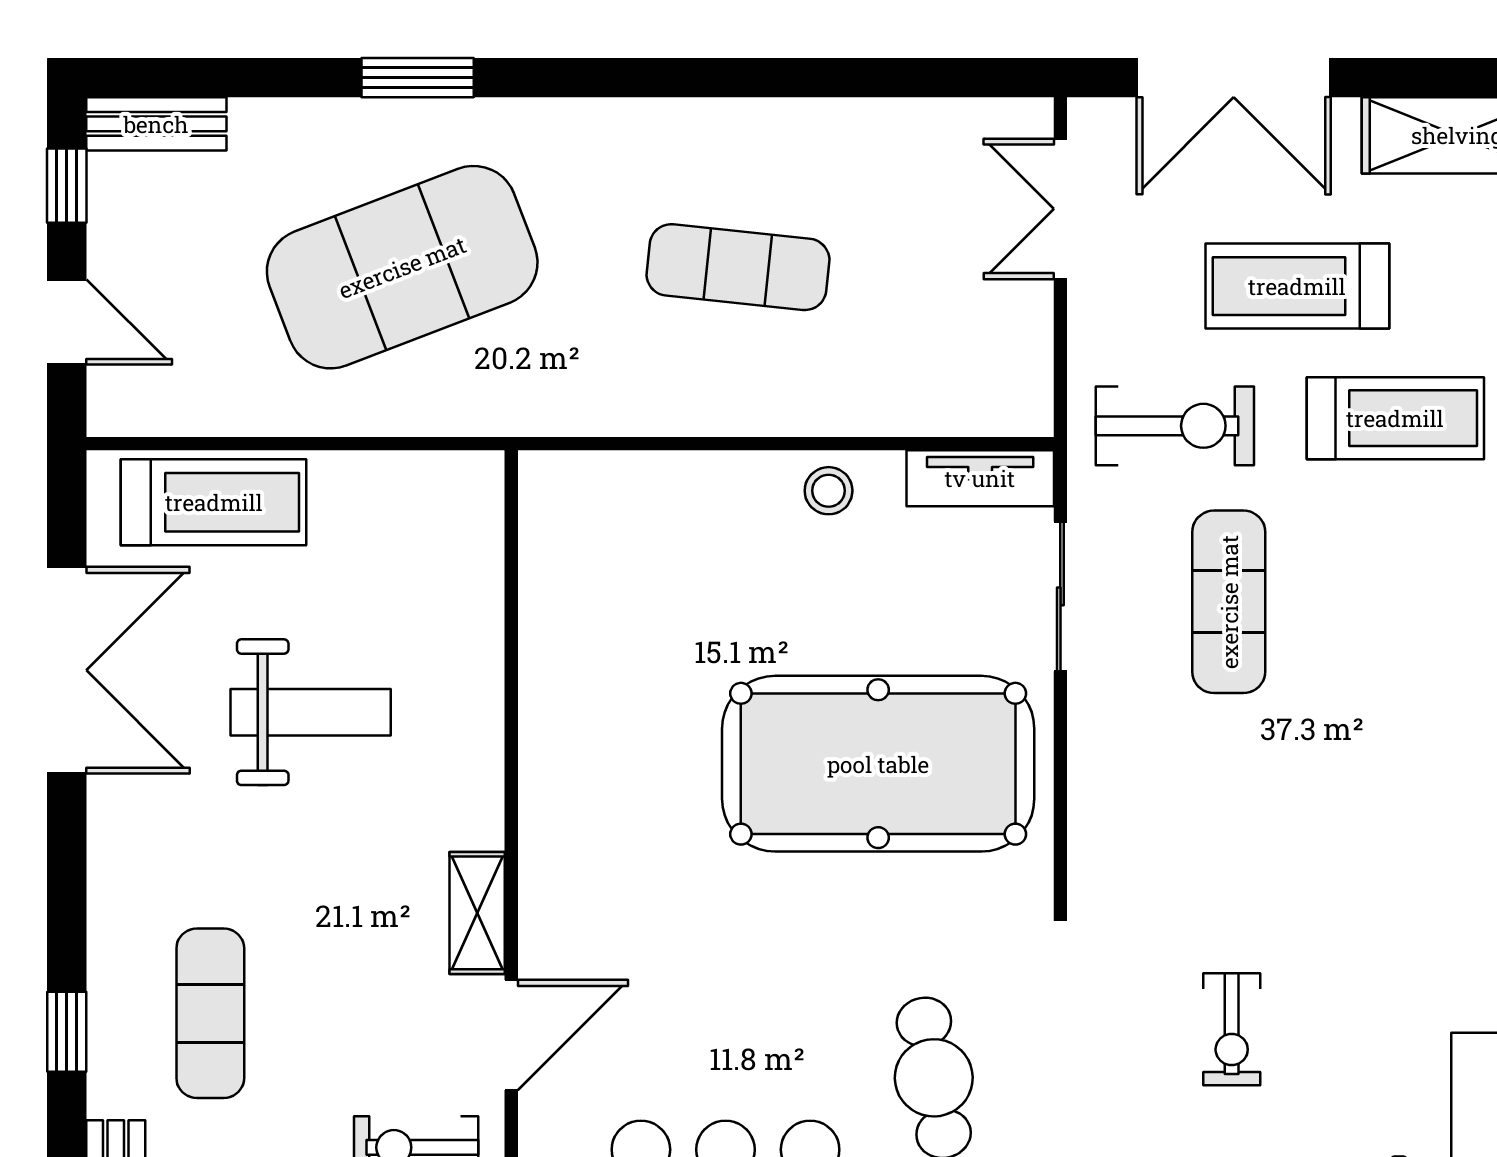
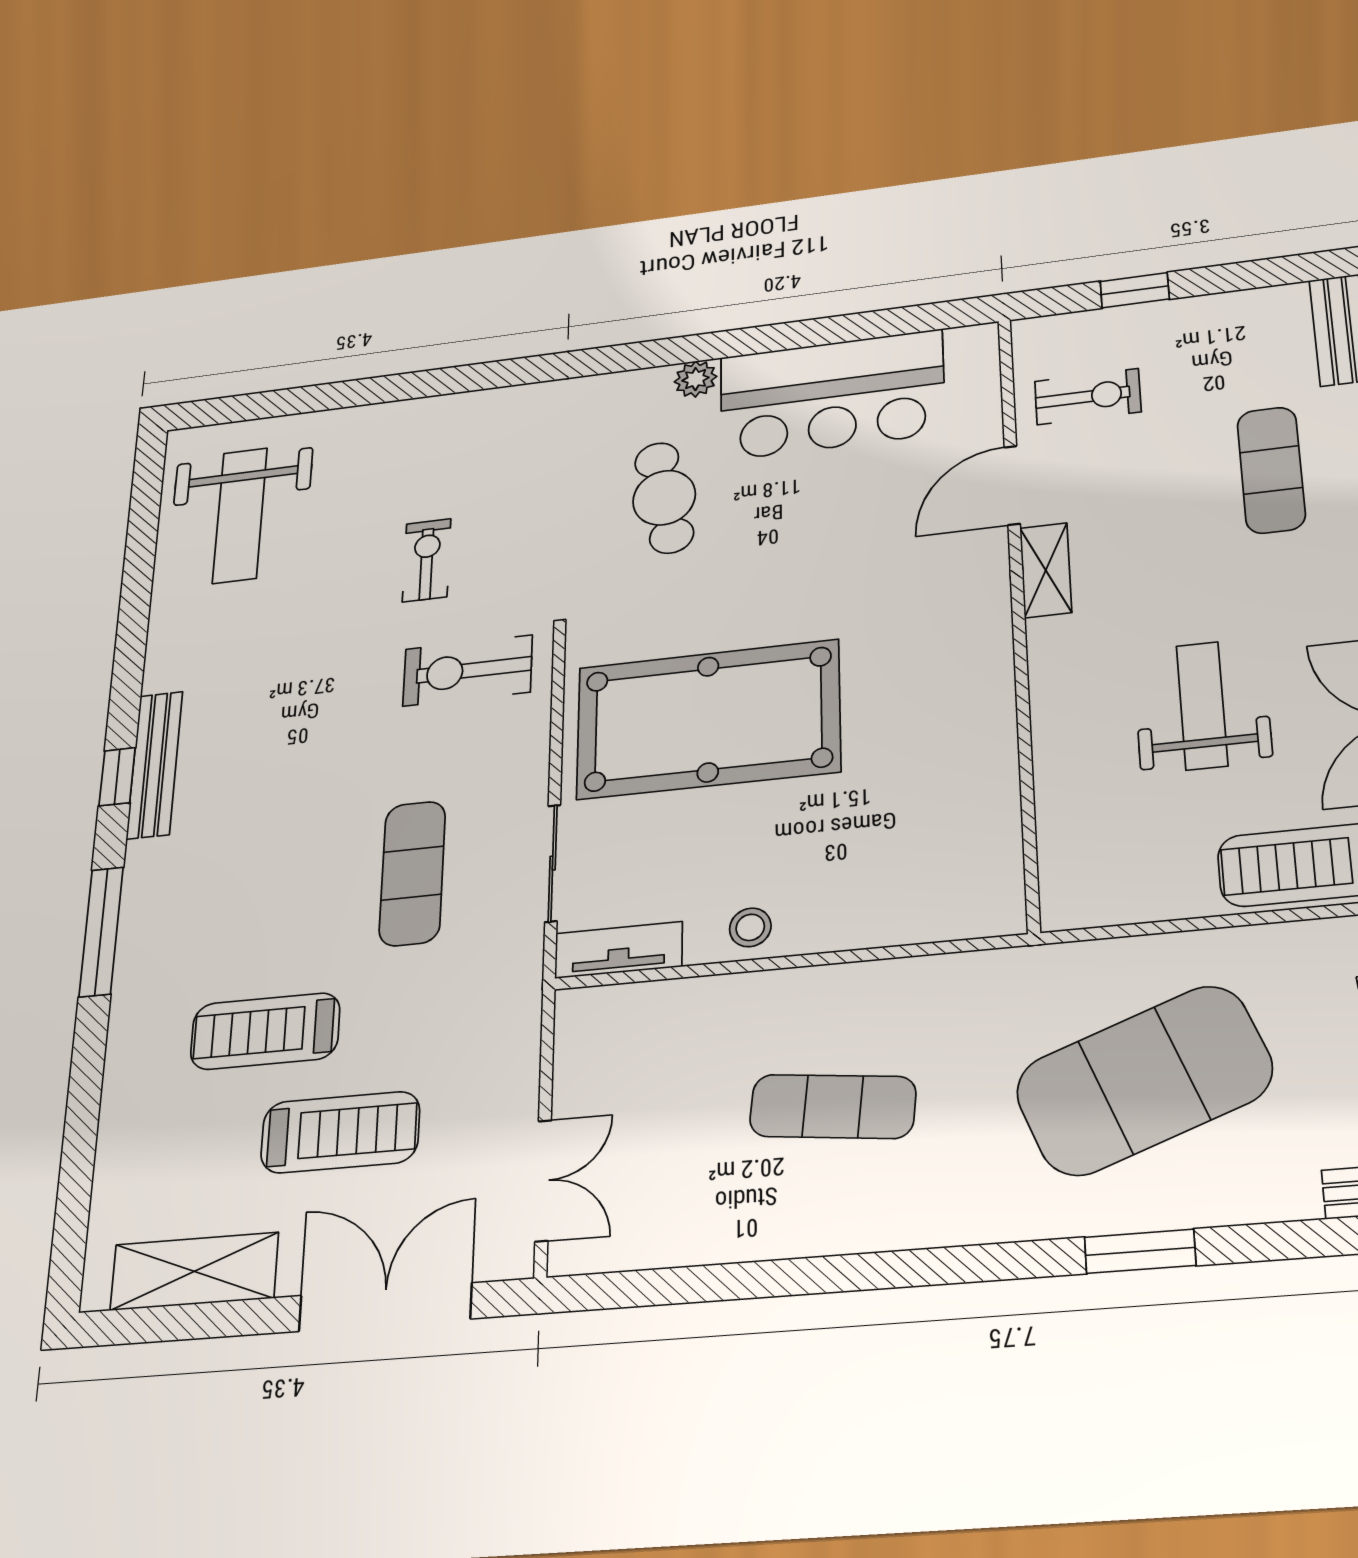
exercise bike: (1175, 426) -> (468, 671), moved
weight bench: (311, 712) -> (1202, 706), turned 90

